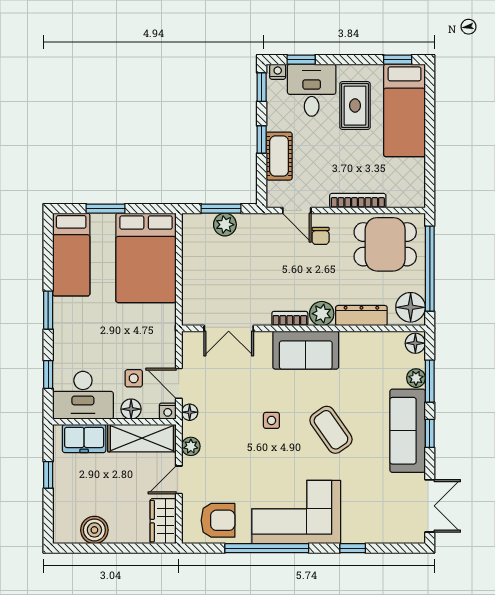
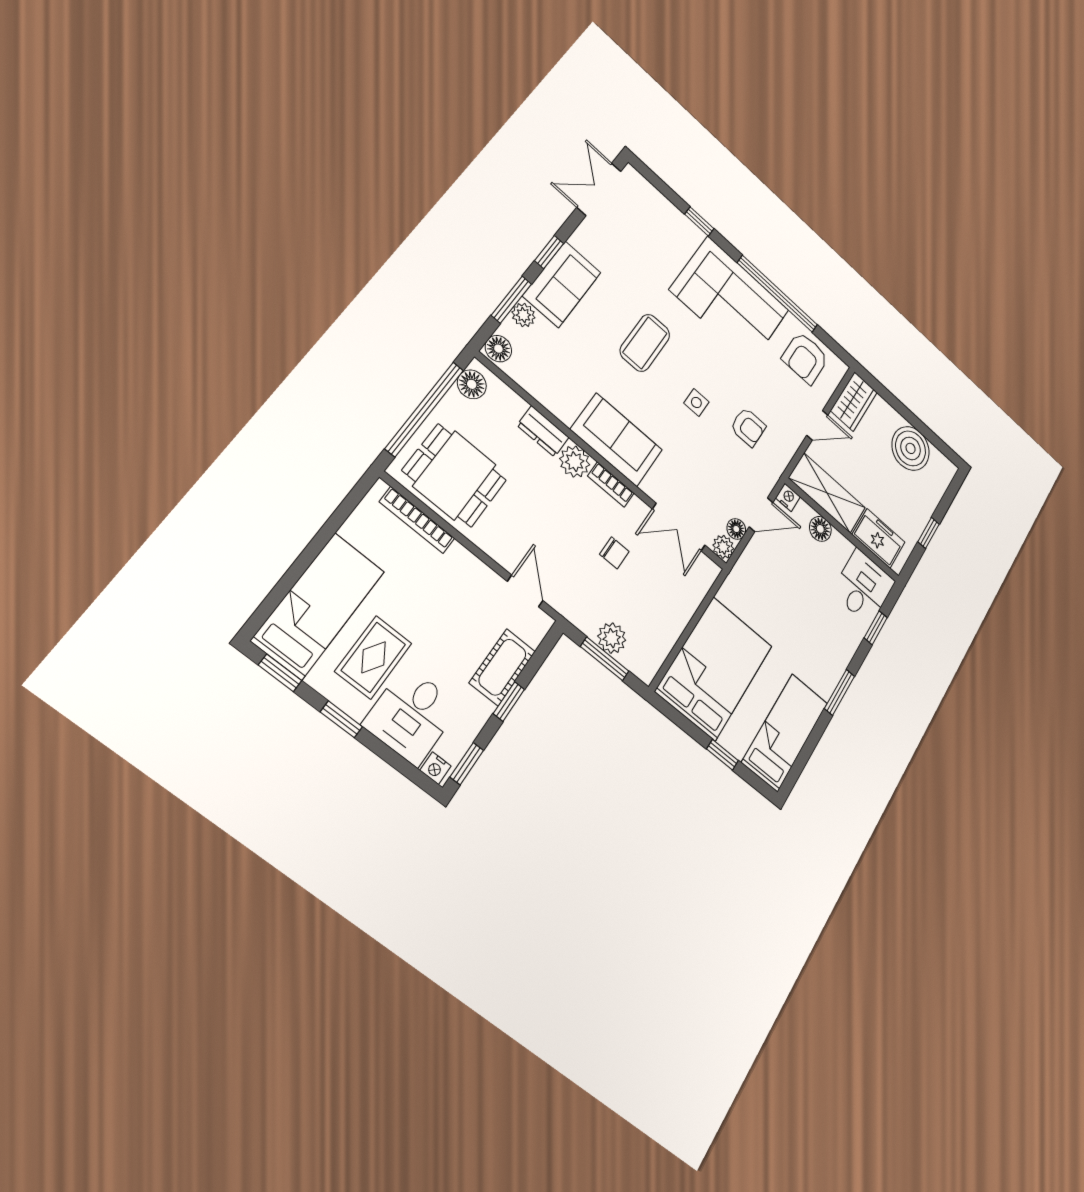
window: (301, 60) -> (341, 719), moved
bookcase: (358, 201) -> (417, 520), moved
window: (106, 209) -> (723, 755), width x0.67
chair: (321, 236) -> (614, 553), moved, turned 90
floor lamp: (411, 307) -> (472, 384), width x0.73, depth x0.73
dresser: (361, 316) -> (543, 431), width x0.70
double door: (229, 328) -> (679, 527), swing flipped
side table: (134, 378) -> (800, 556), removed
door: (179, 383) -> (761, 515), hinge flipped
desk: (83, 395) -> (863, 587), width x0.73
floor lamp: (190, 412) -> (736, 529), moved
coffee table: (331, 430) -> (645, 343), turned 35
sofa: (408, 431) -> (562, 284), width x0.73
armchair: (226, 435) -> (748, 427), added
plant: (191, 446) -> (723, 547), moved
armchair: (218, 520) -> (805, 358), turned -90
boiler: (94, 530) -> (911, 448), width x1.37, depth x1.37

